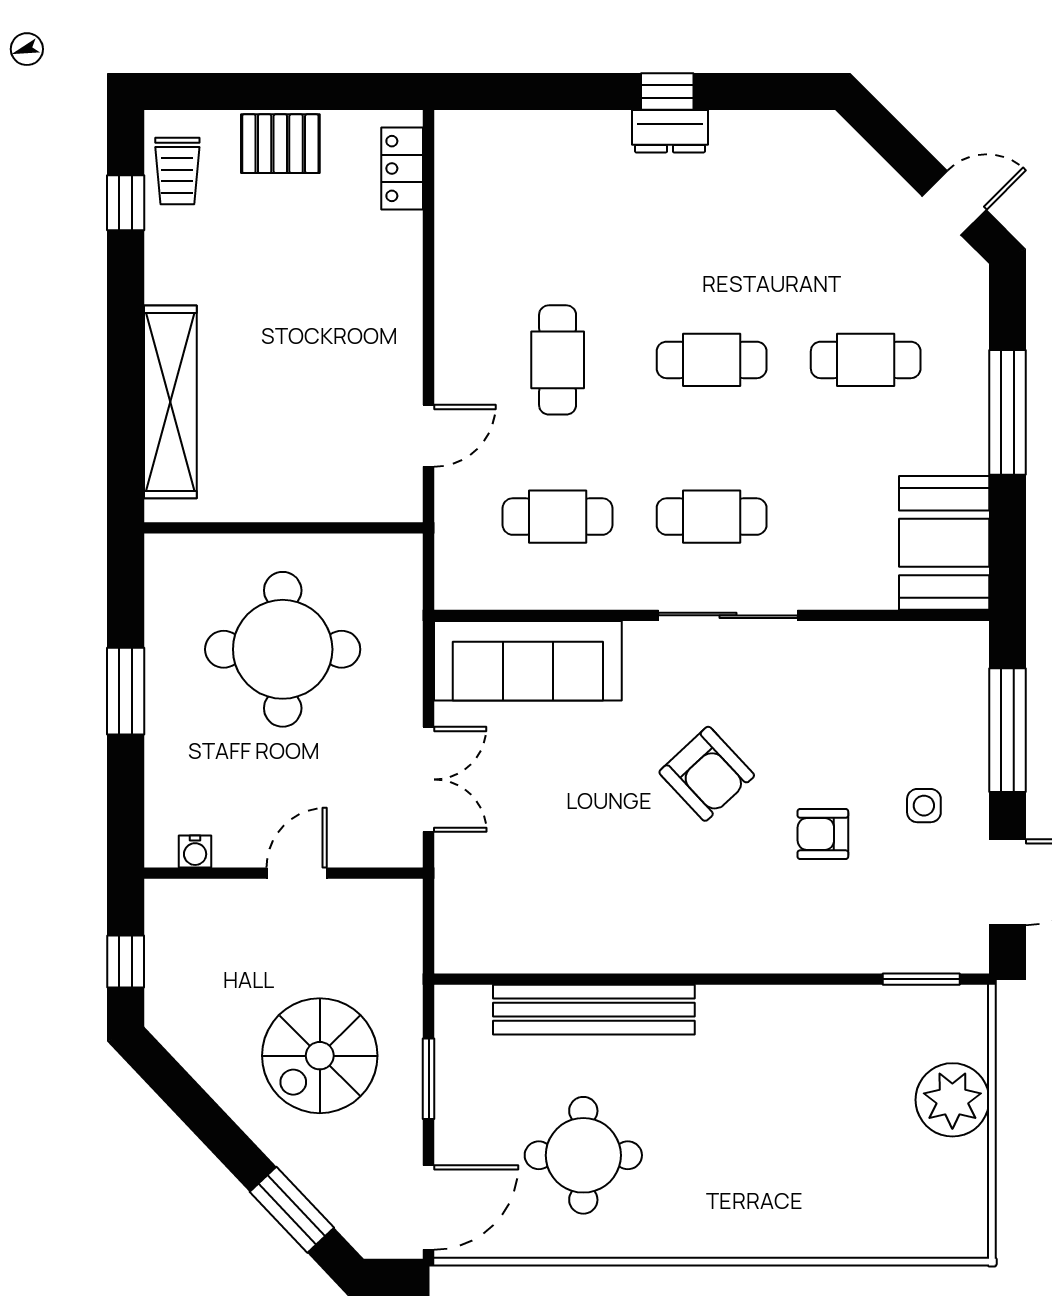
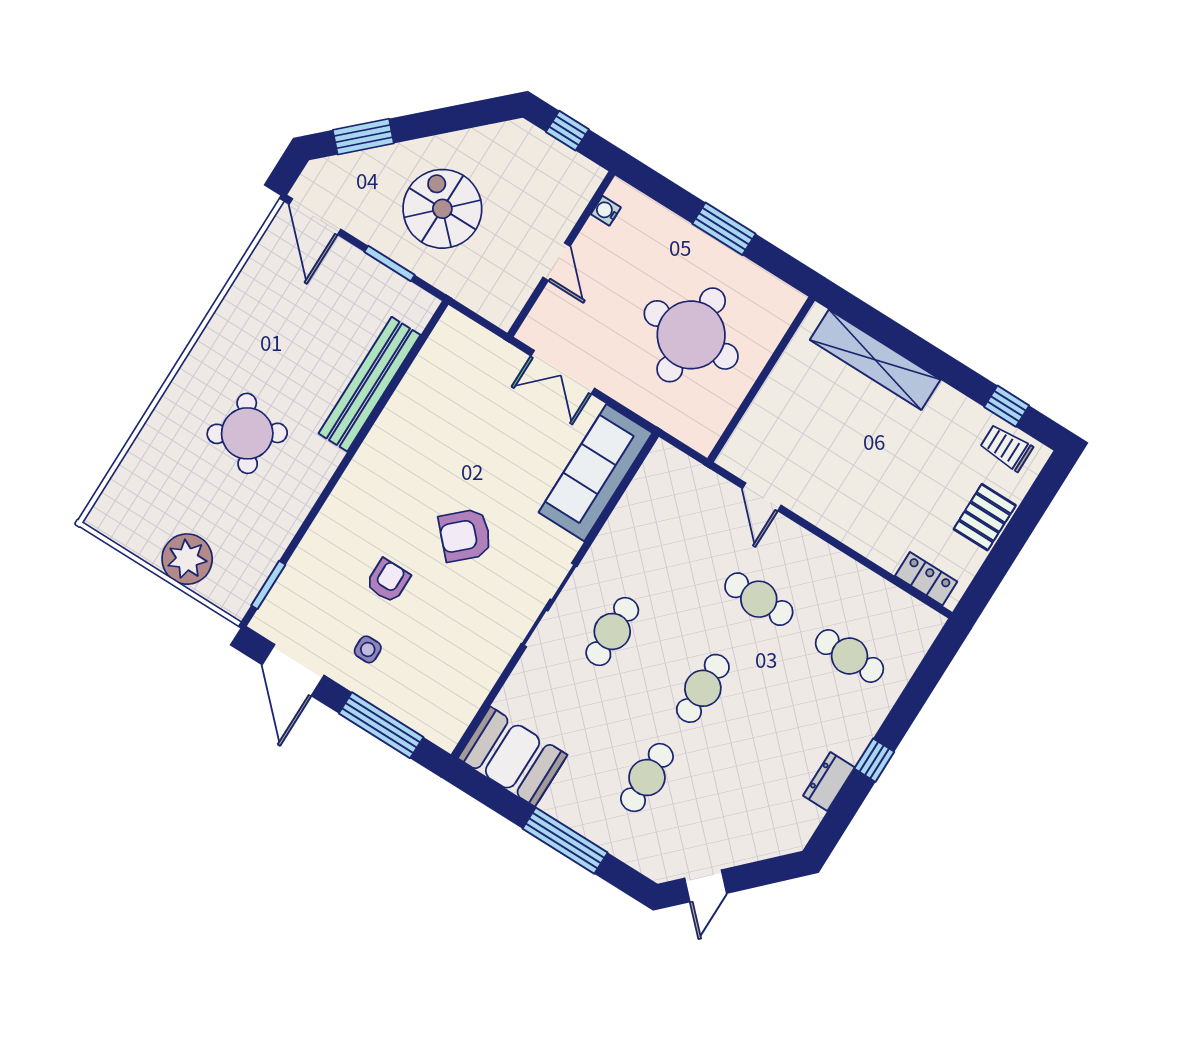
dresser: (670, 131) -> (829, 782), moved
cafe table: (558, 517) -> (849, 656), moved, turned 90
round table: (583, 1155) -> (247, 433), moved, turned -33

